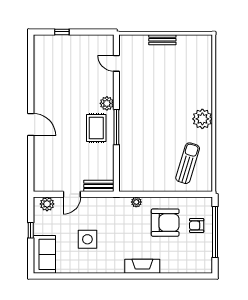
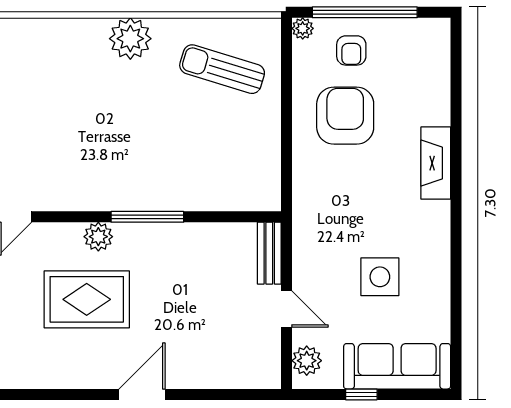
rug: (96, 128) -> (87, 299), moved, width x1.36, depth x1.43
plant: (136, 202) -> (303, 28), moved
sofa: (44, 254) -> (397, 366), width x1.36

